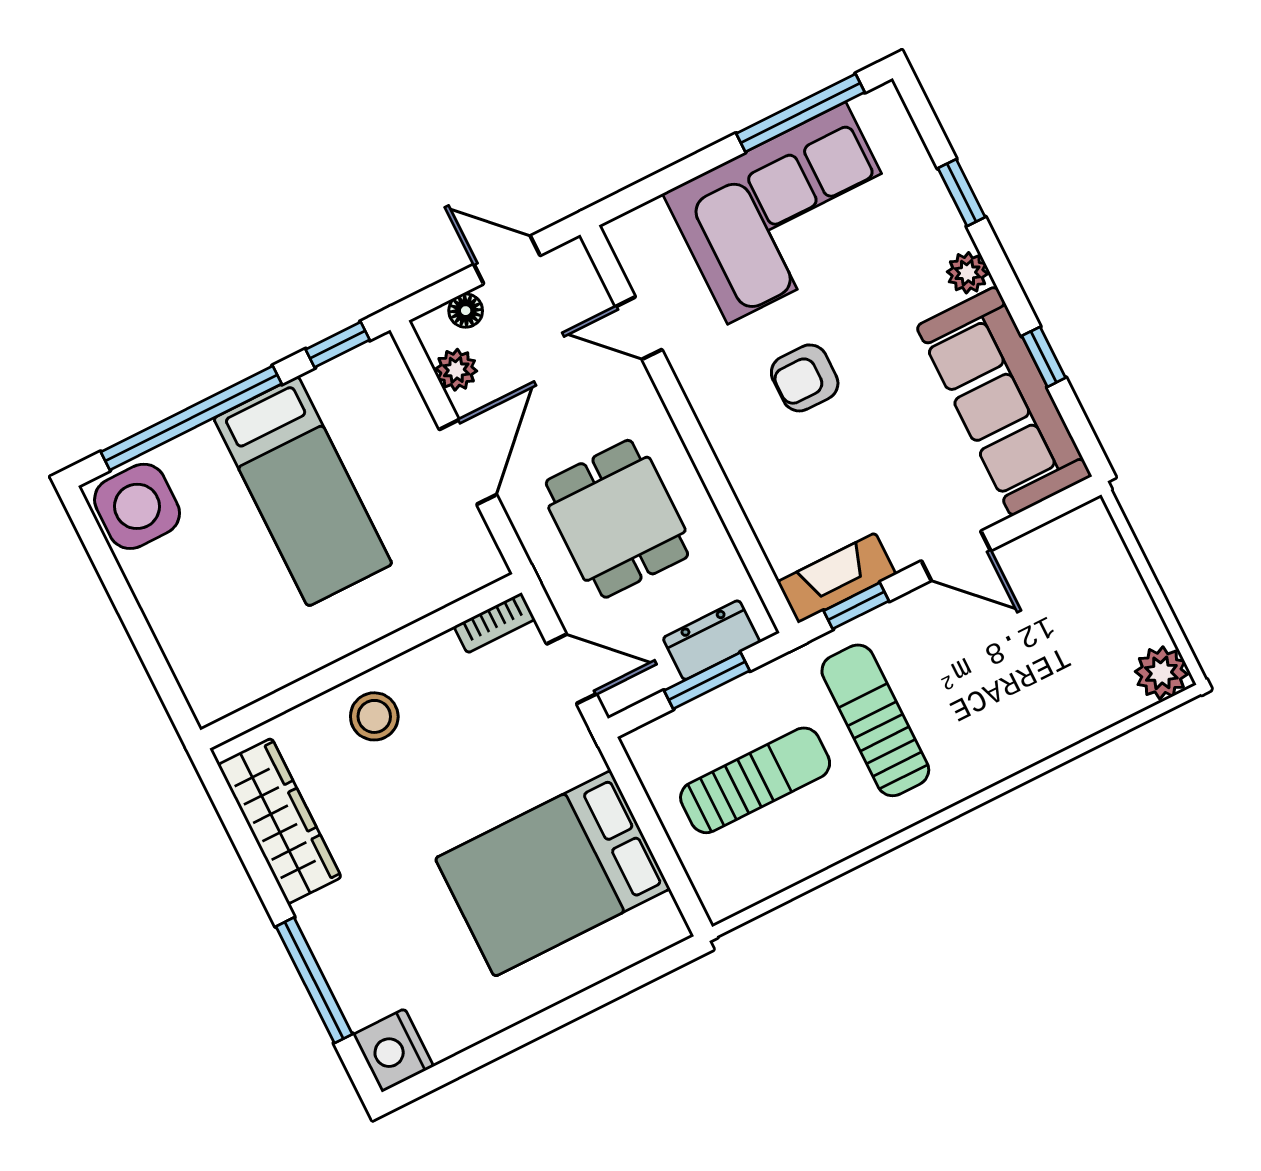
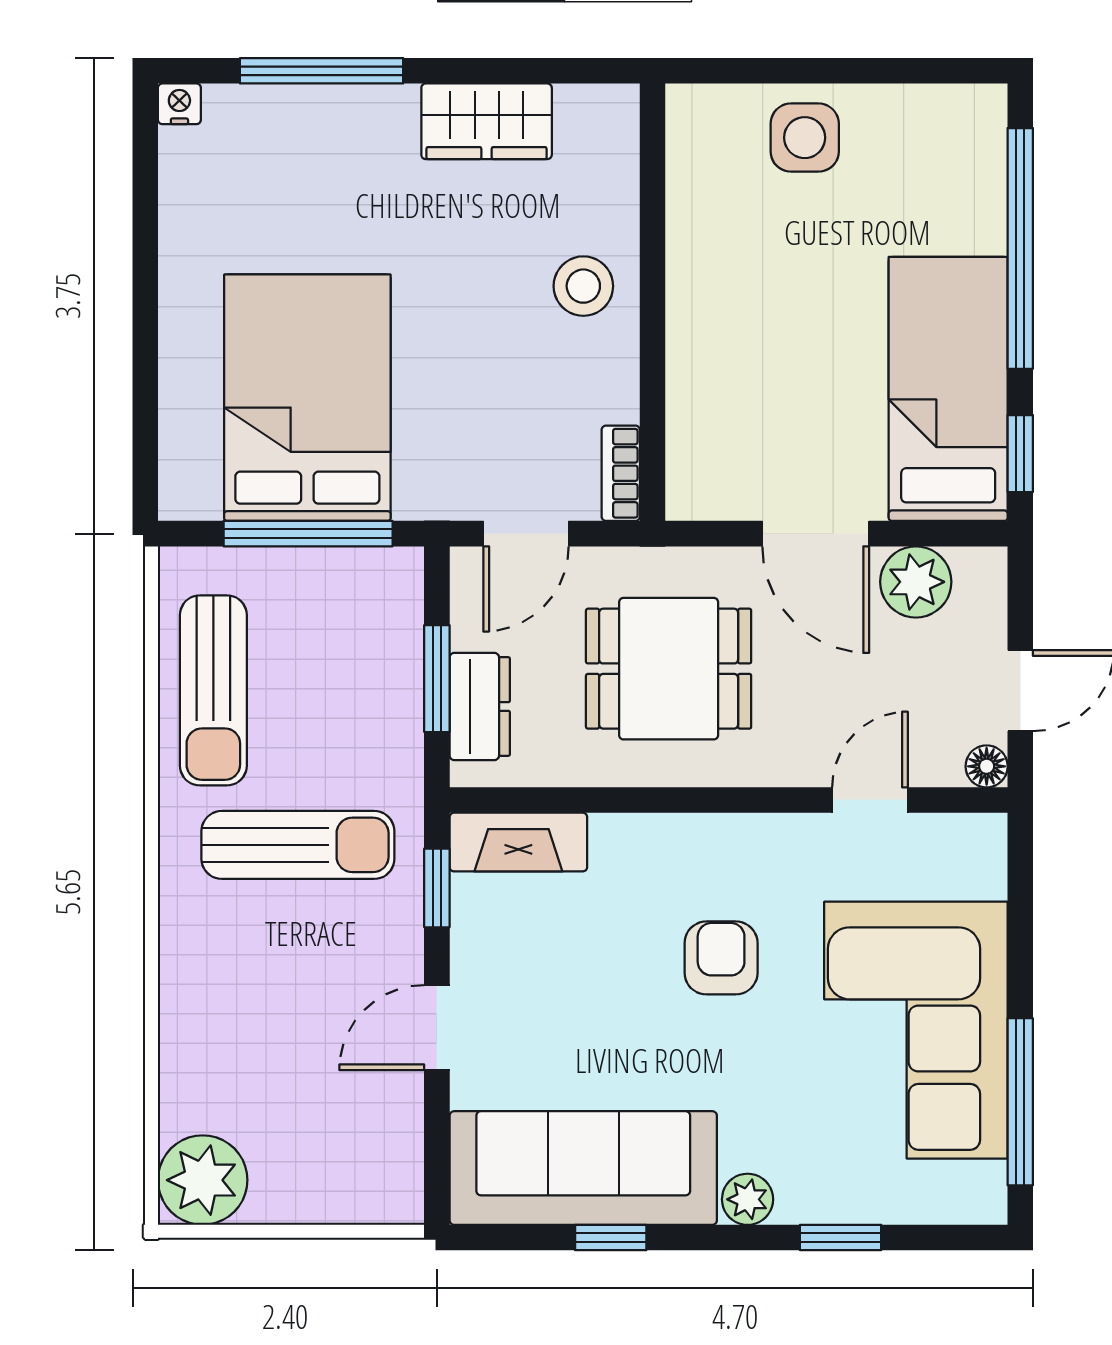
floor lamp: (466, 311) -> (987, 766), moved
plant: (456, 370) -> (916, 582), width x1.38, depth x1.38
bed: (303, 491) -> (948, 389), moved, turned 90
side table: (137, 506) -> (805, 138), moved, width x0.73, depth x0.73
fireplace: (837, 578) -> (518, 842), moved, turned 90
plant: (1161, 673) -> (203, 1180), width x1.36, depth x1.36
sun lounger: (755, 780) -> (213, 690), moved
wardrobe: (280, 821) -> (487, 121), width x0.67
window: (649, 824) -> (308, 534), added
nightstand: (393, 1050) -> (179, 104), width x0.53, depth x0.56

